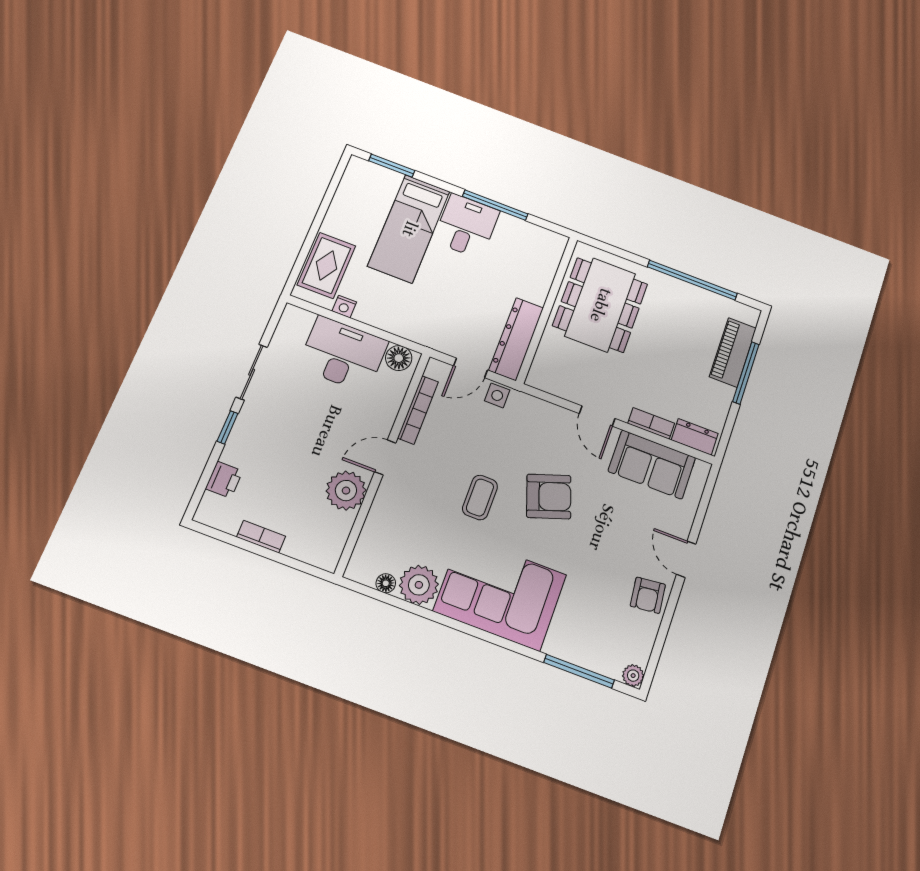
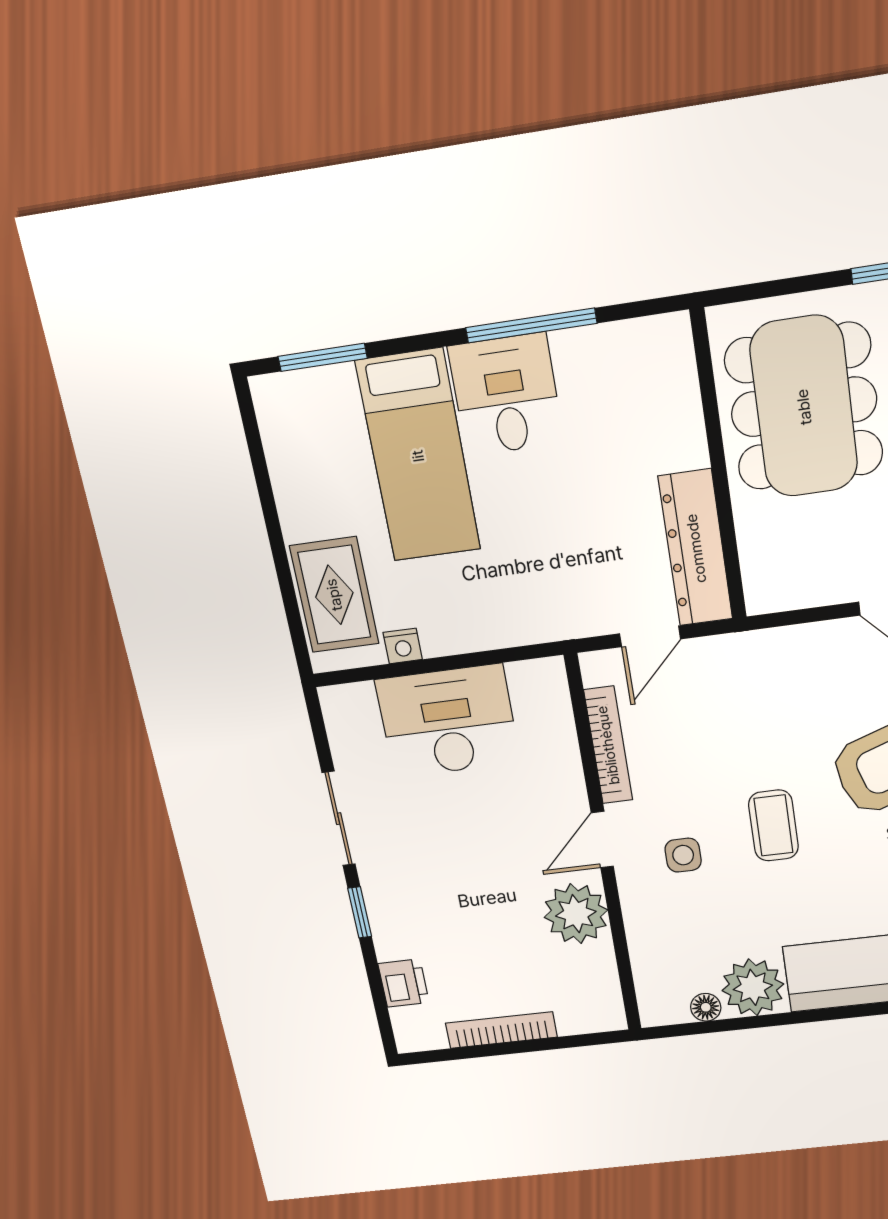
floor lamp: (399, 358) -> (533, 681), removed
side table: (497, 395) -> (683, 855), moved
bookcase: (261, 537) -> (501, 1030), width x1.56

